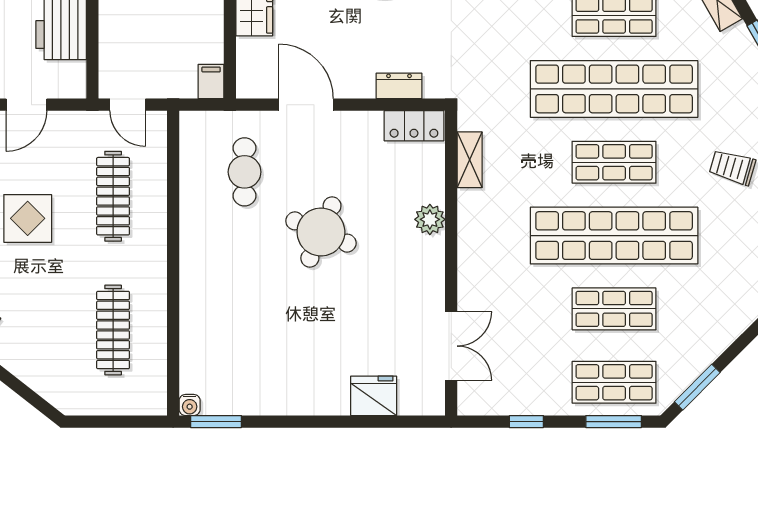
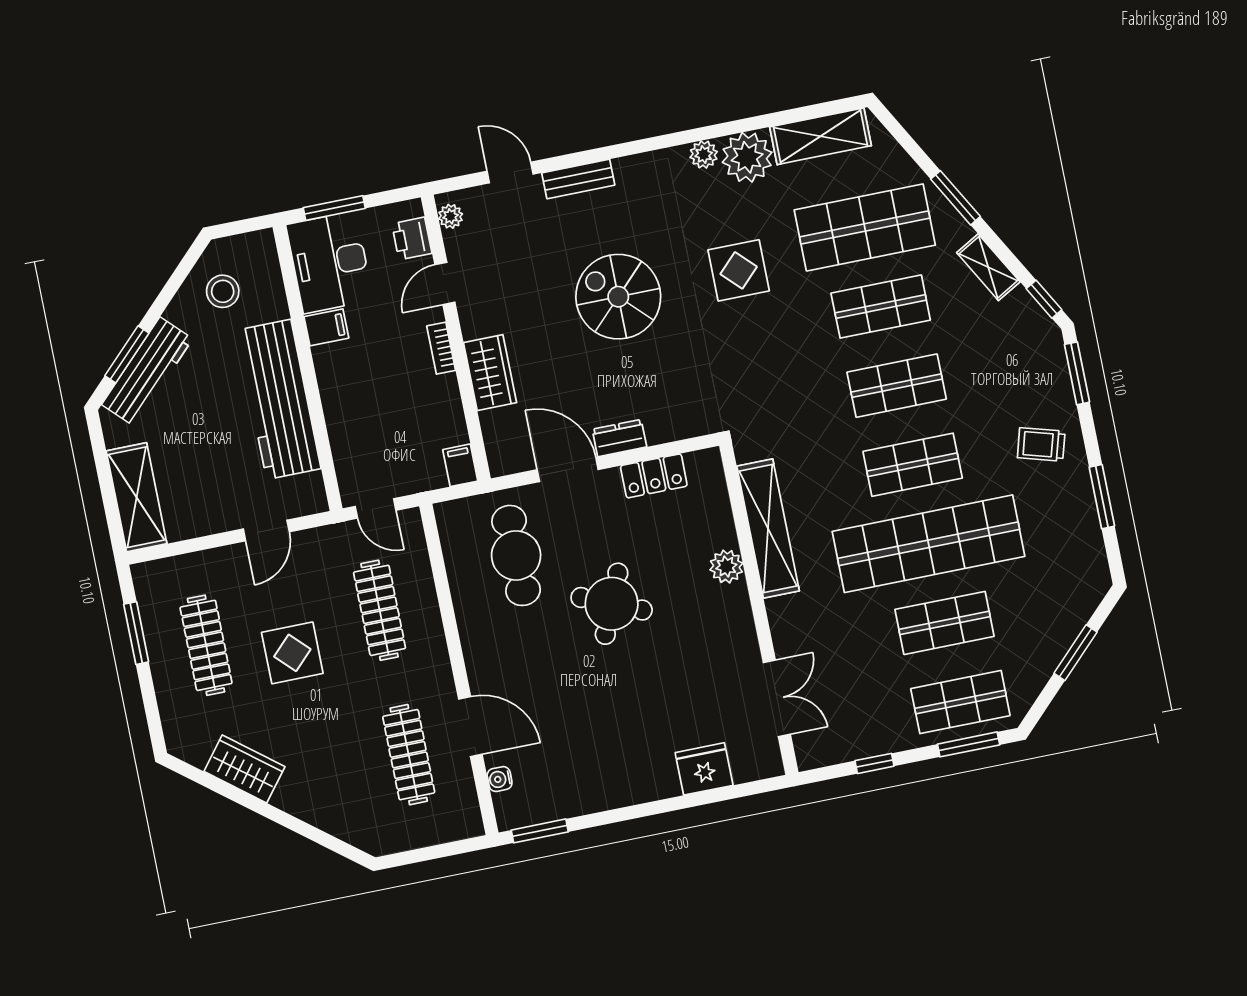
dresser: (399, 86) -> (619, 438), moved
shop shelf: (614, 89) -> (897, 386), width x0.50, depth x0.74
locker: (414, 126) -> (654, 476), moved
shelving: (470, 160) -> (768, 529), width x2.20, depth x1.33
cafe table: (245, 172) -> (516, 555), width x1.37, depth x1.35
door: (173, 316) -> (470, 727), added
window: (697, 387) -> (1076, 653), moved
water cooler: (190, 405) -> (500, 779), moved, turned 90

